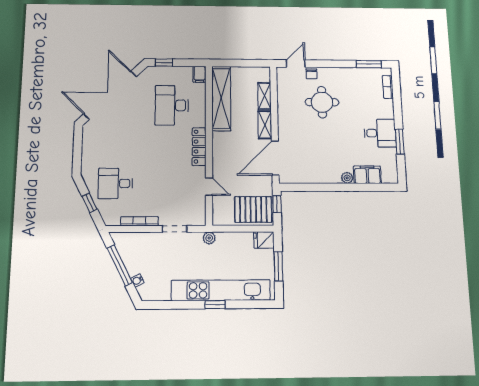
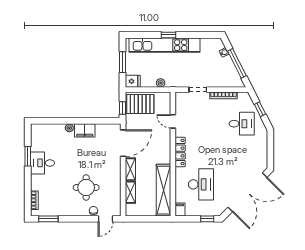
filing cabinet: (367, 175) -> (85, 130), moved
plant: (209, 238) -> (161, 83), moved

